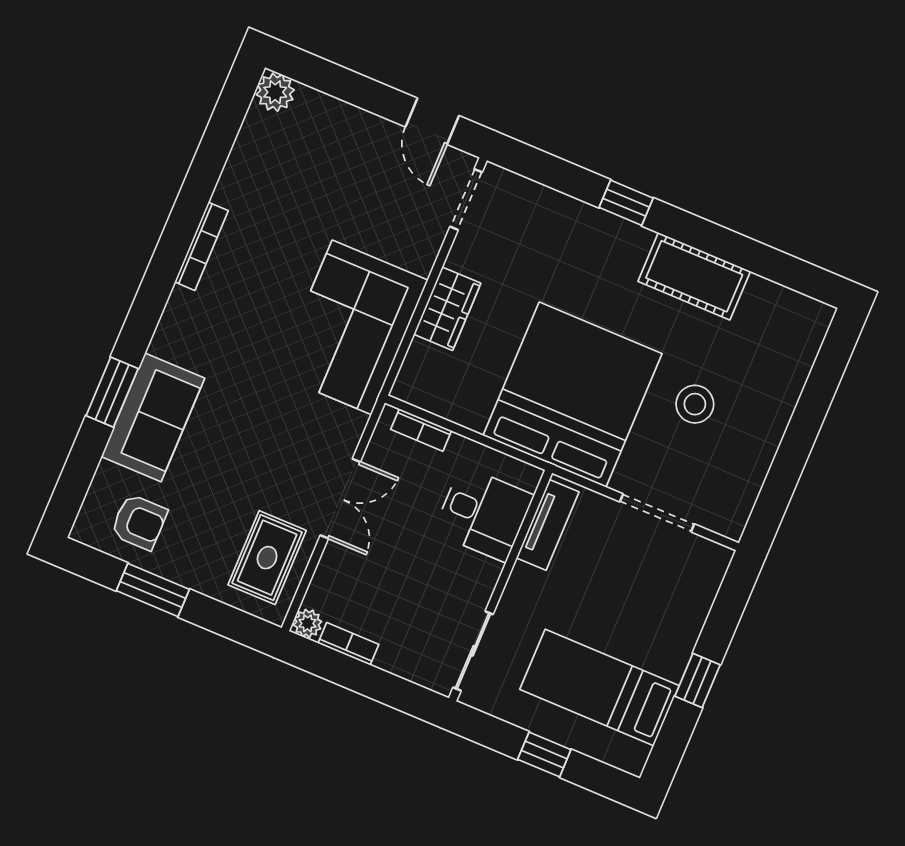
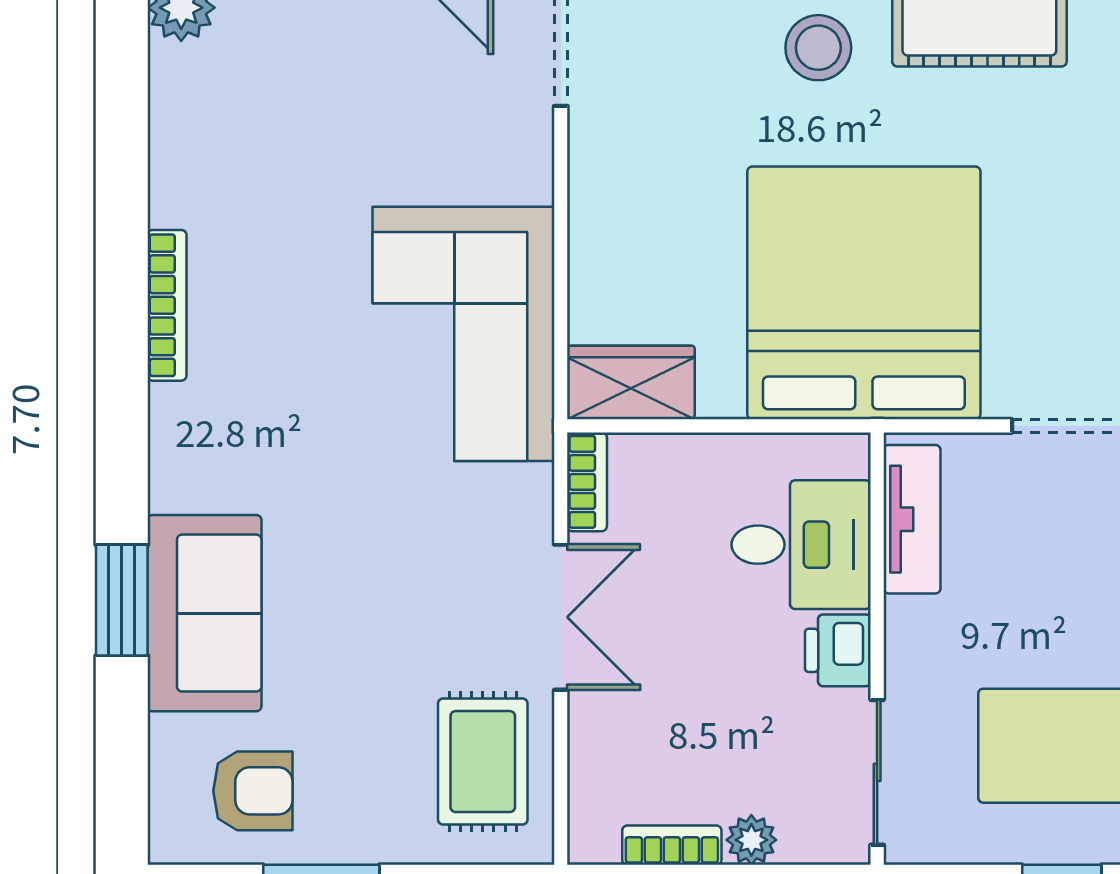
wardrobe: (447, 309) -> (631, 382), moved, turned -90
stool: (695, 404) -> (818, 48), moved
bookcase: (421, 430) -> (587, 482), moved, turned -90
printer: (479, 578) -> (838, 650), added
plant: (307, 623) -> (751, 840), moved

